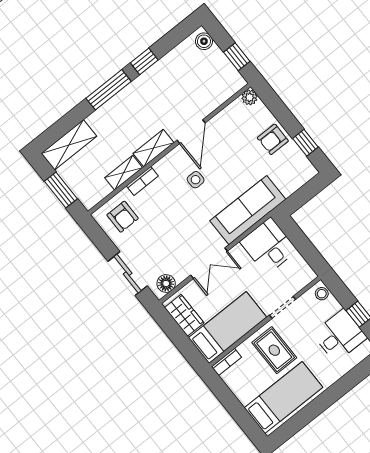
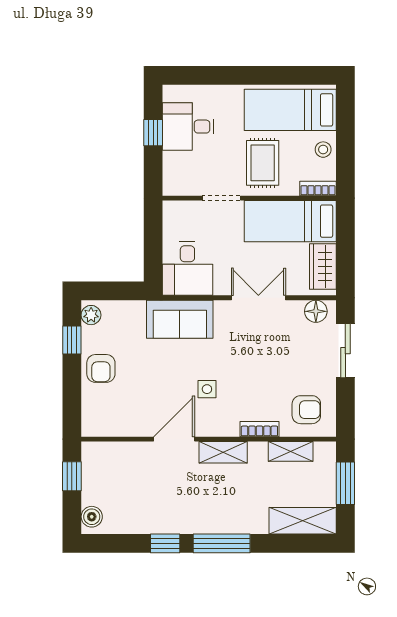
plant: (250, 97) -> (91, 315), moved
armchair: (273, 139) -> (101, 368), turned 90
shelving: (124, 173) -> (291, 451), moved
sofa: (248, 210) -> (180, 319), width x0.73
armchair: (123, 217) -> (306, 410), turned 90
stool: (322, 294) -> (323, 150), moved

